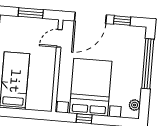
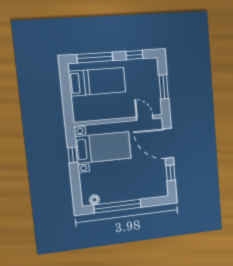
window: (148, 64) -> (117, 206), moved
bed with nightstands: (91, 87) -> (103, 147), width x0.73

